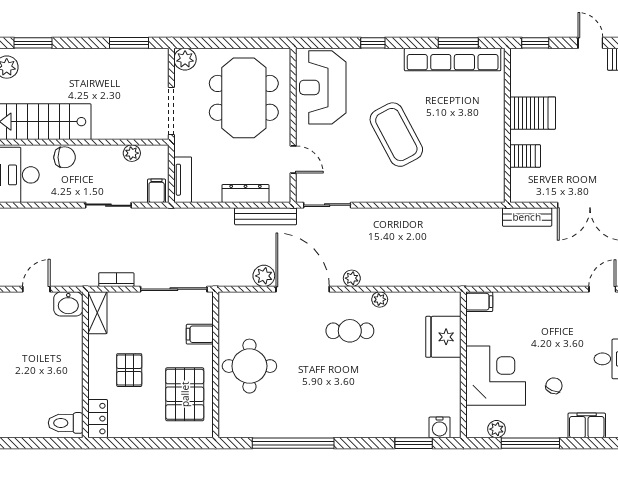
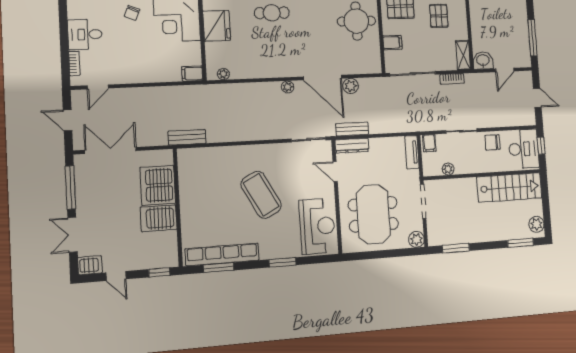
window: (373, 43) -> (283, 262), width x1.50
server rack: (525, 156) -> (158, 185), width x2.18, depth x1.44
chair: (65, 157) -> (493, 142), moved
dresser: (245, 193) -> (352, 146), moved
bench: (266, 216) -> (352, 129), width x0.73
bench: (527, 217) -> (187, 137), moved
plant: (380, 299) -> (223, 74), moved
cafe table: (350, 331) -> (272, 13), moved
fridge: (443, 337) -> (217, 26), moved

